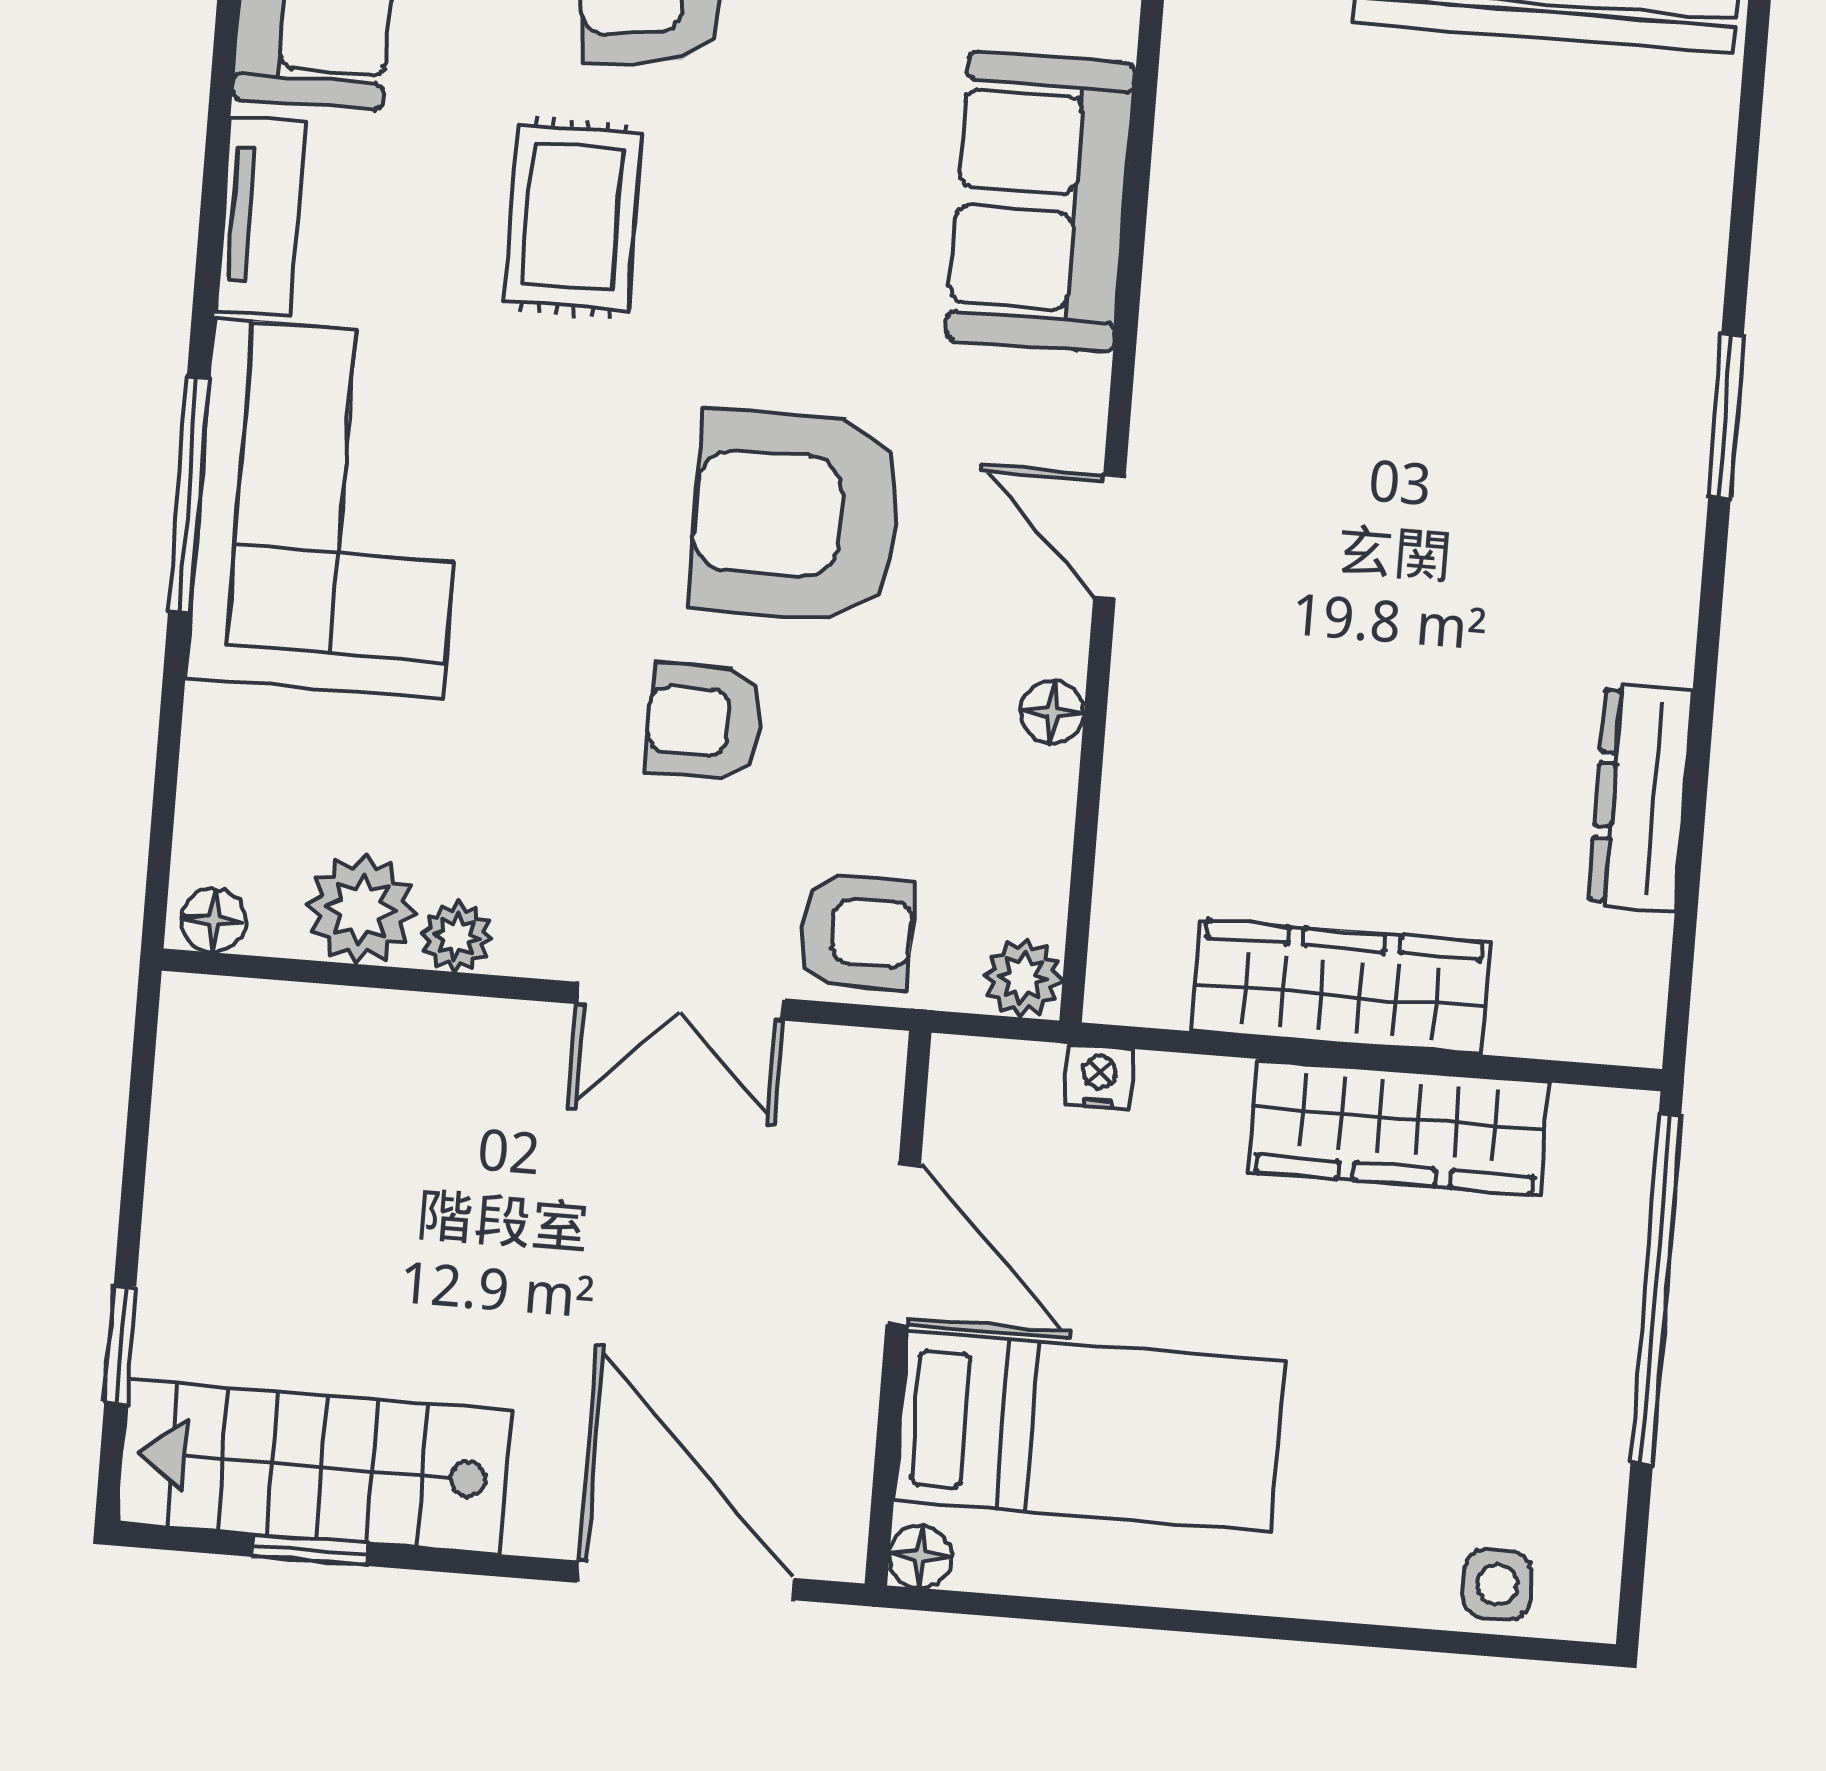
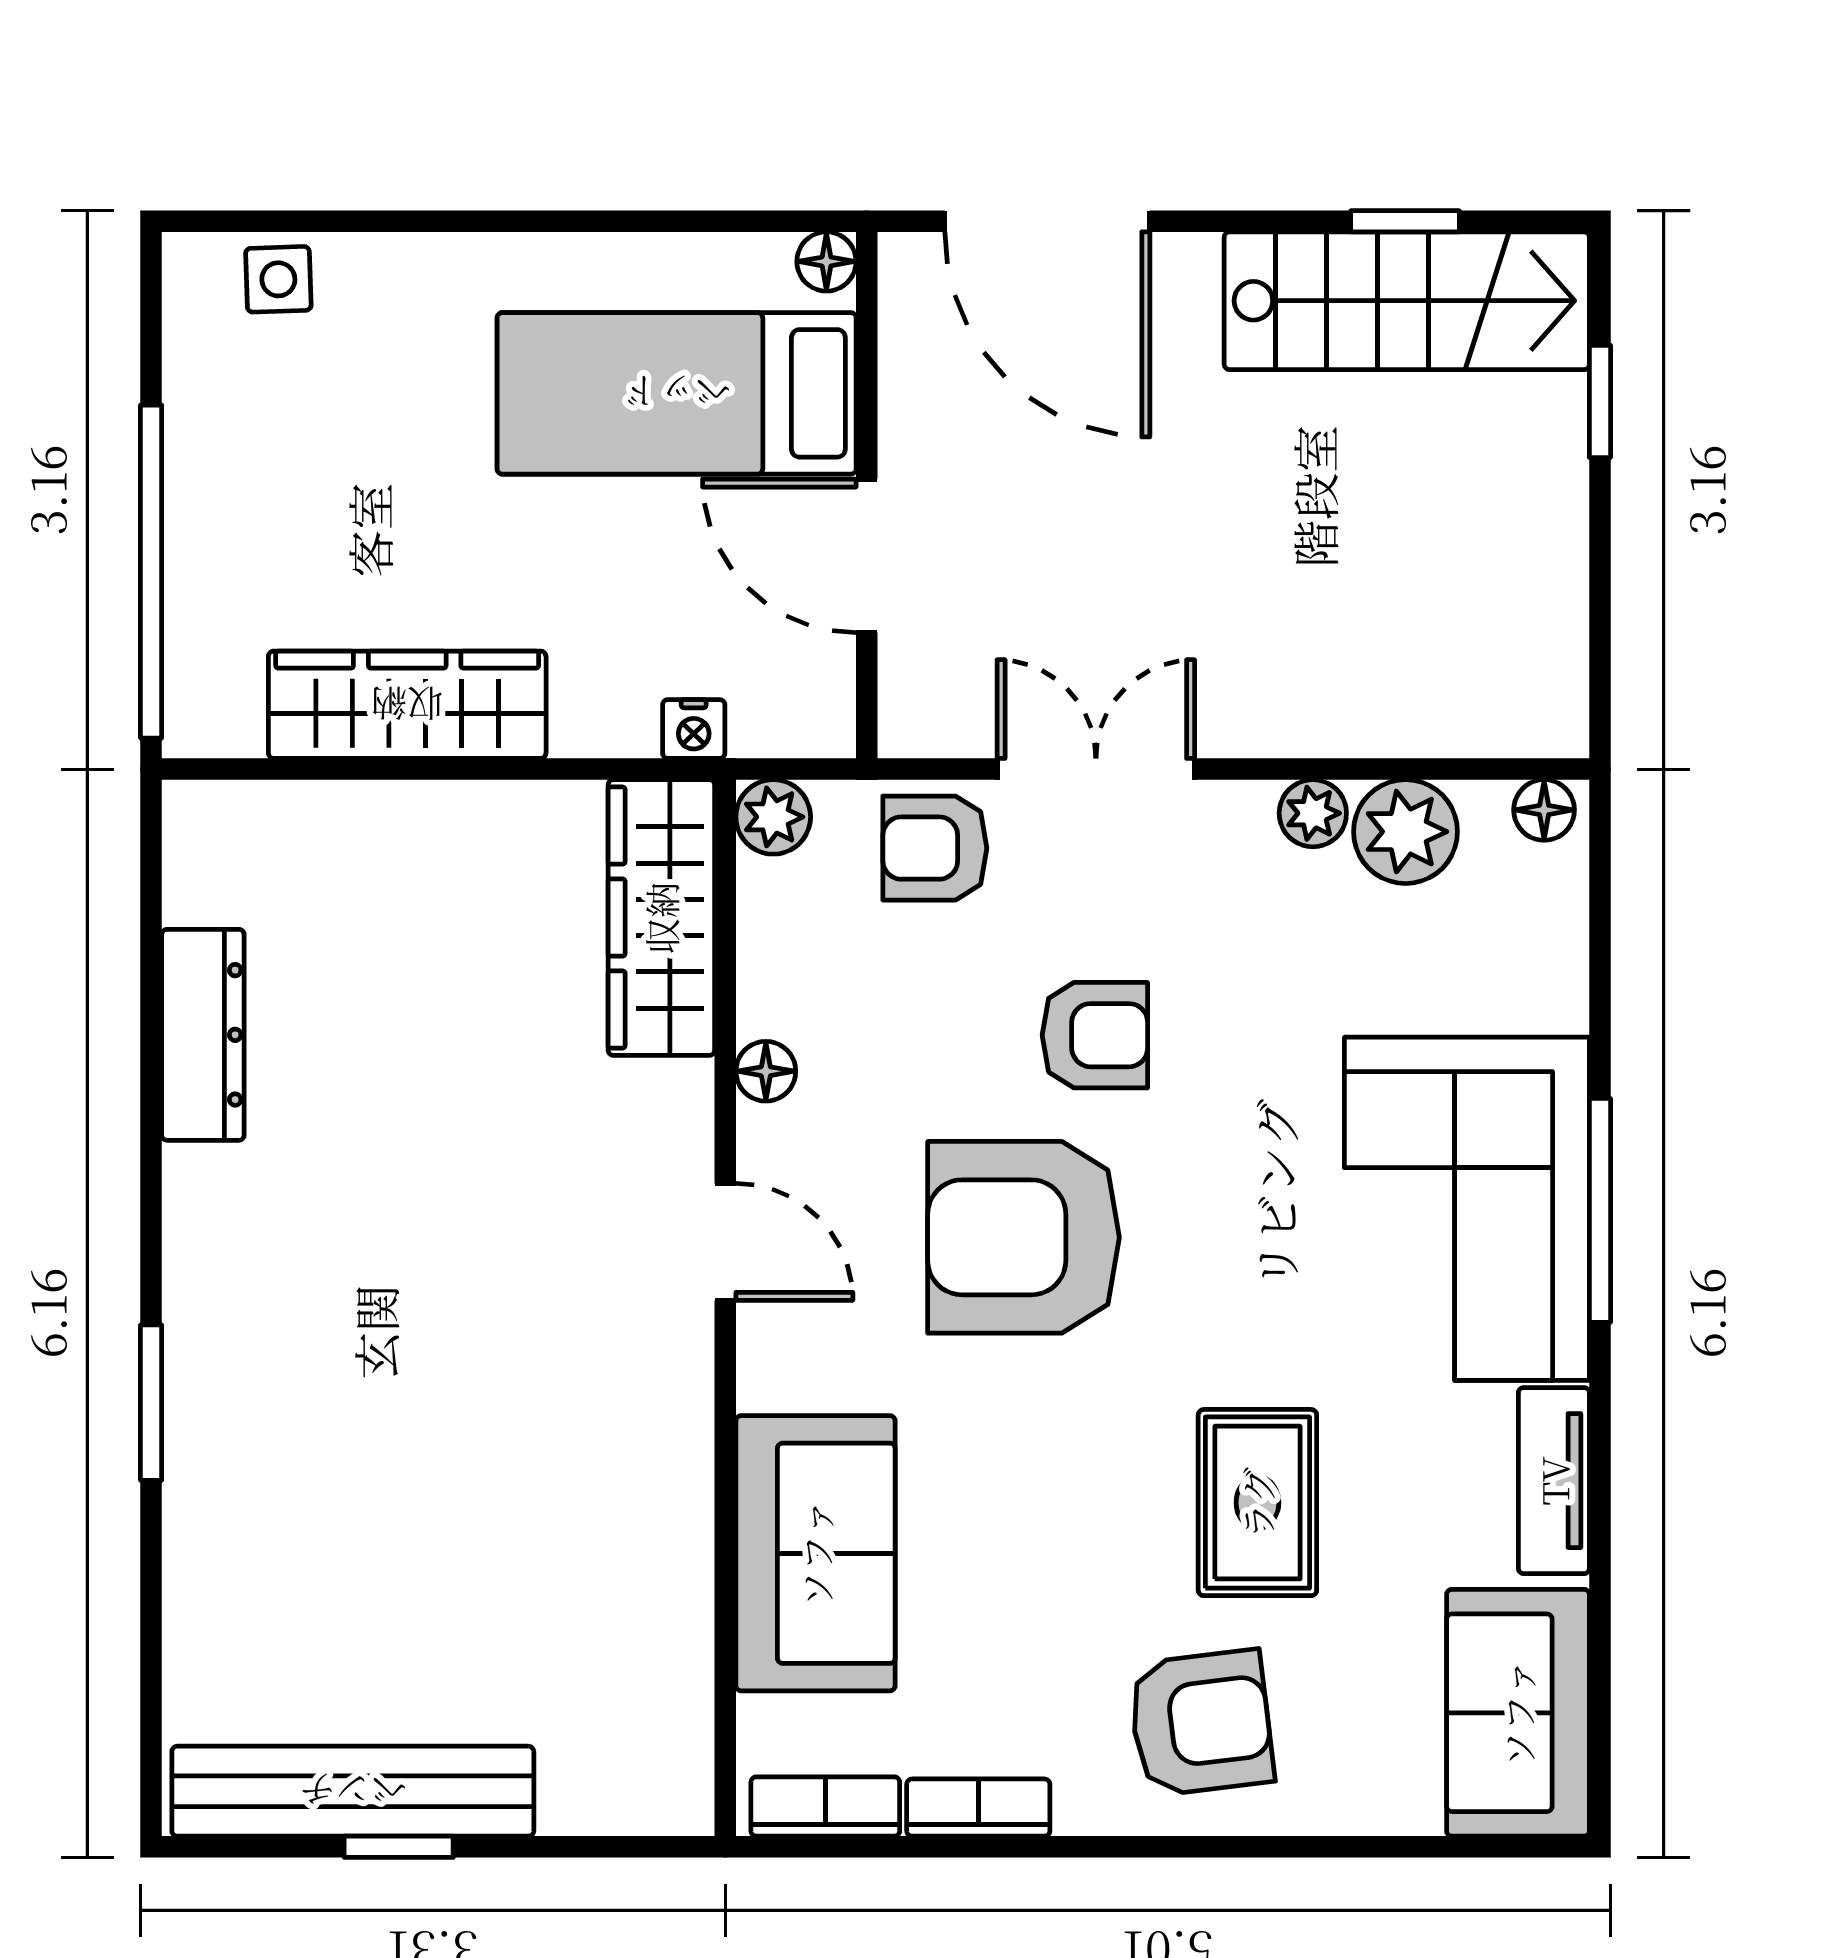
armchair: (796, 516) -> (1024, 1237), turned 180
wardrobe: (1341, 987) -> (661, 918), moved, turned 90

